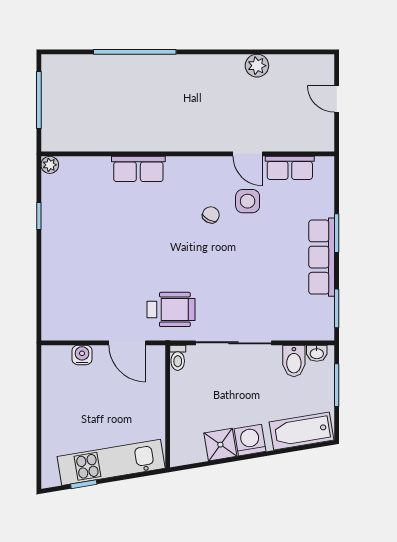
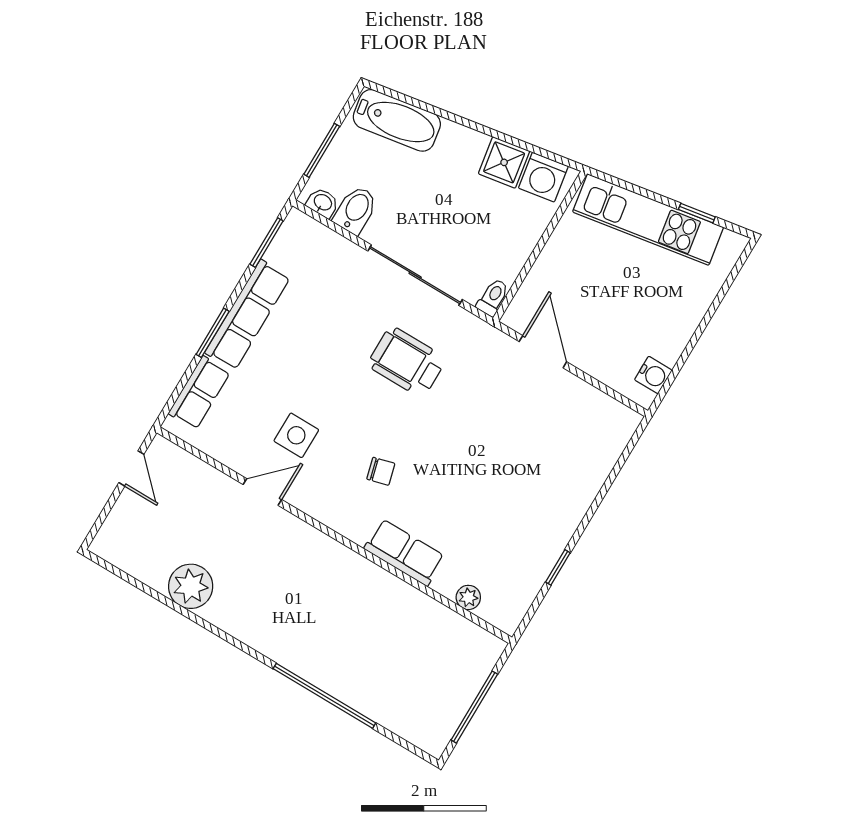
plant: (257, 66) -> (191, 586), width x1.36, depth x1.36
door: (337, 99) -> (131, 468), moved
door: (248, 154) -> (262, 492), hinge flipped
plant: (50, 165) -> (468, 597), moved
row of seats: (290, 168) -> (199, 393), moved, turned 90
chair: (211, 215) -> (381, 471), moved, turned -133
wheelchair: (171, 309) -> (407, 362), moved
water cooler: (82, 355) -> (653, 375), moved, turned -90
washing machine: (250, 440) -> (543, 177), moved

